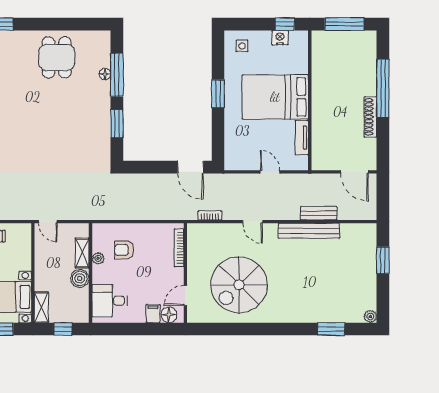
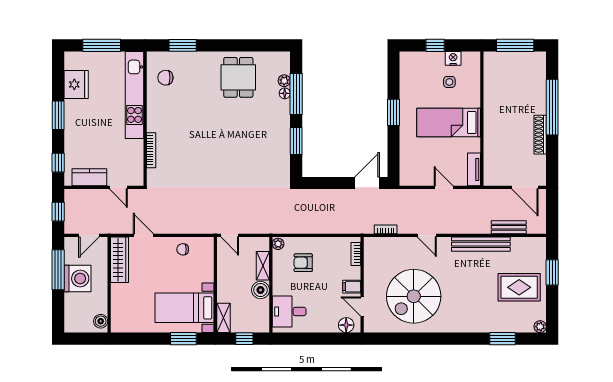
window: (285, 24) -> (435, 45), moved
side table: (242, 46) -> (449, 82), moved
plant: (104, 61) -> (284, 81), added
bed: (275, 97) -> (449, 123), width x0.67
tv unit: (302, 138) -> (474, 169), moved
door: (190, 167) -> (367, 183), swing flipped
bench: (319, 213) -> (509, 227), moved
bookcase: (179, 248) -> (356, 254), width x0.64
plant: (98, 258) -> (278, 244), moved
rug: (349, 276) -> (519, 287), added
door: (185, 296) -> (362, 306), hinge flipped
filing cabinet: (153, 314) -> (352, 287), moved, turned -90

